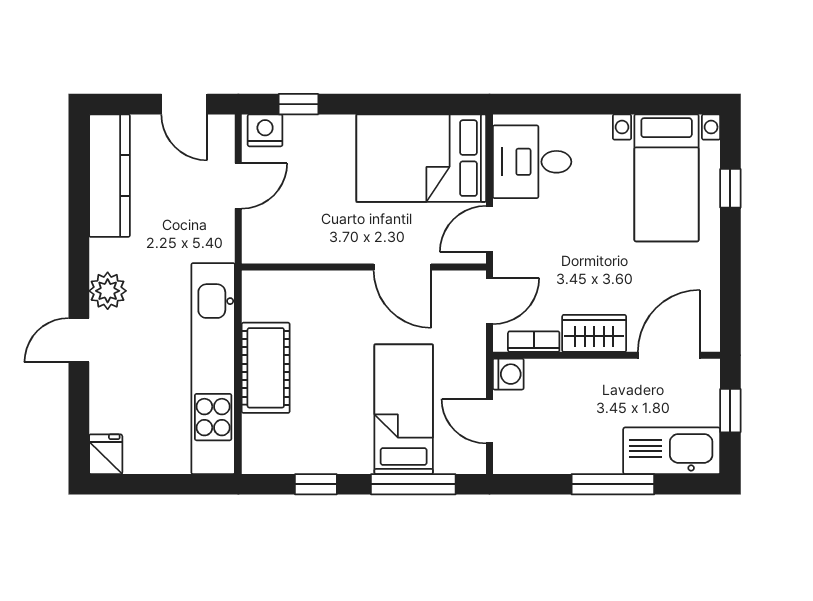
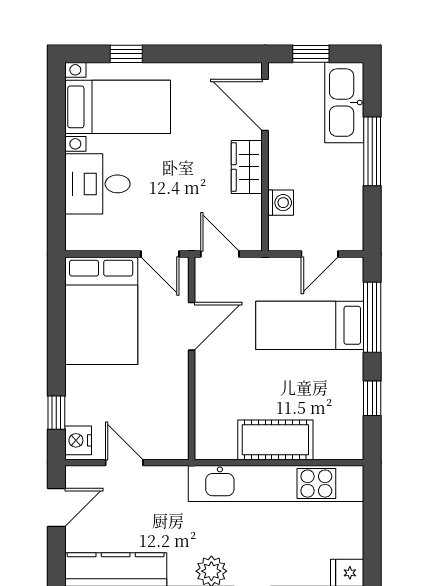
desk: (532, 162) -> (97, 184), moved, turned 90
bookcase: (534, 342) -> (254, 217), removed
washing machine: (508, 374) -> (281, 203), moved, turned 90

